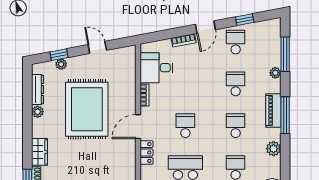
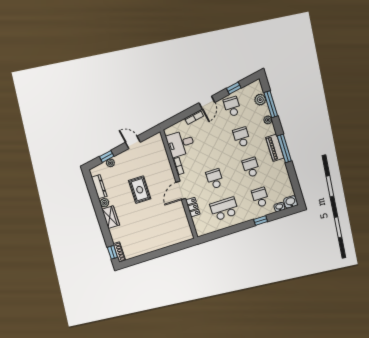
rug: (87, 109) -> (140, 190), width x0.54, depth x0.49
plant: (274, 149) -> (260, 100), moved
wardrobe: (39, 152) -> (111, 217), moved

